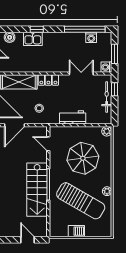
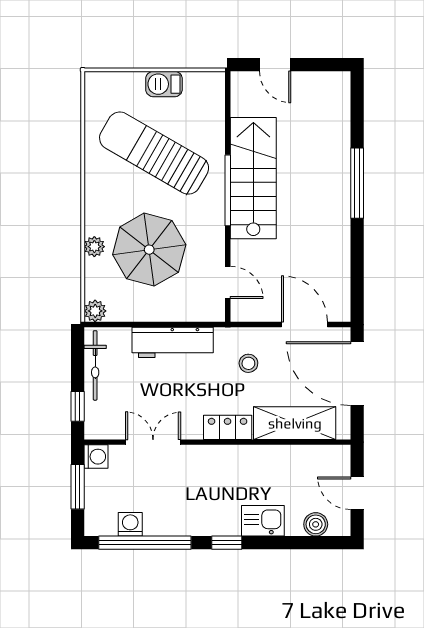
window: (37, 29) -> (227, 543), moved
double door: (81, 74) -> (153, 442), swing flipped
bicycle: (107, 97) -> (95, 365), moved
workbench: (73, 117) -> (173, 342), width x1.38
door: (15, 125) -> (304, 325), hinge flipped
plant: (107, 191) -> (94, 247), moved

